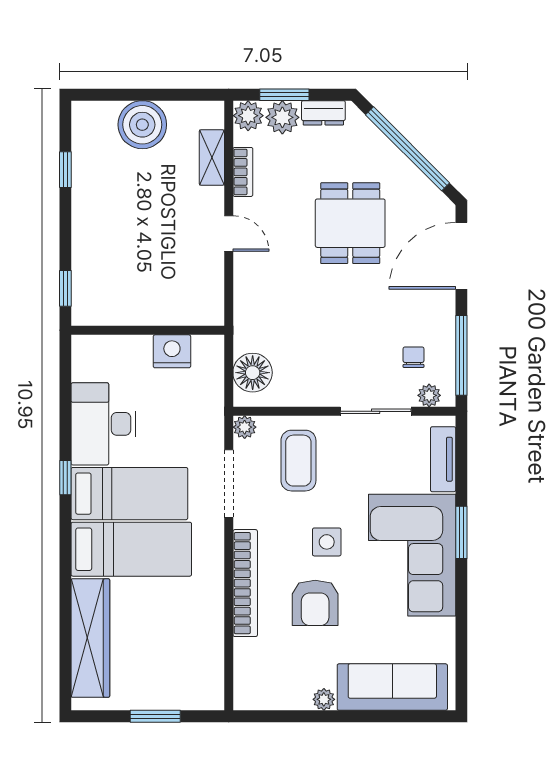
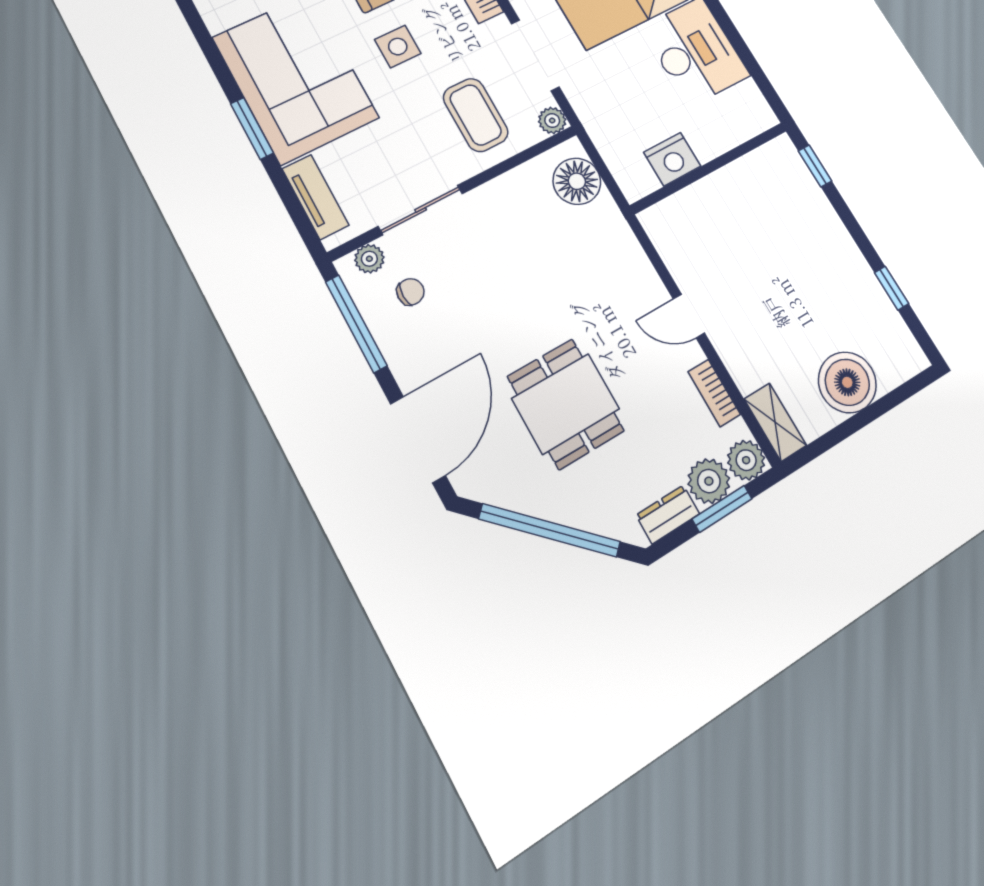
shelving: (212, 157) -> (775, 422), moved
chair: (414, 357) -> (410, 292), turned -90

